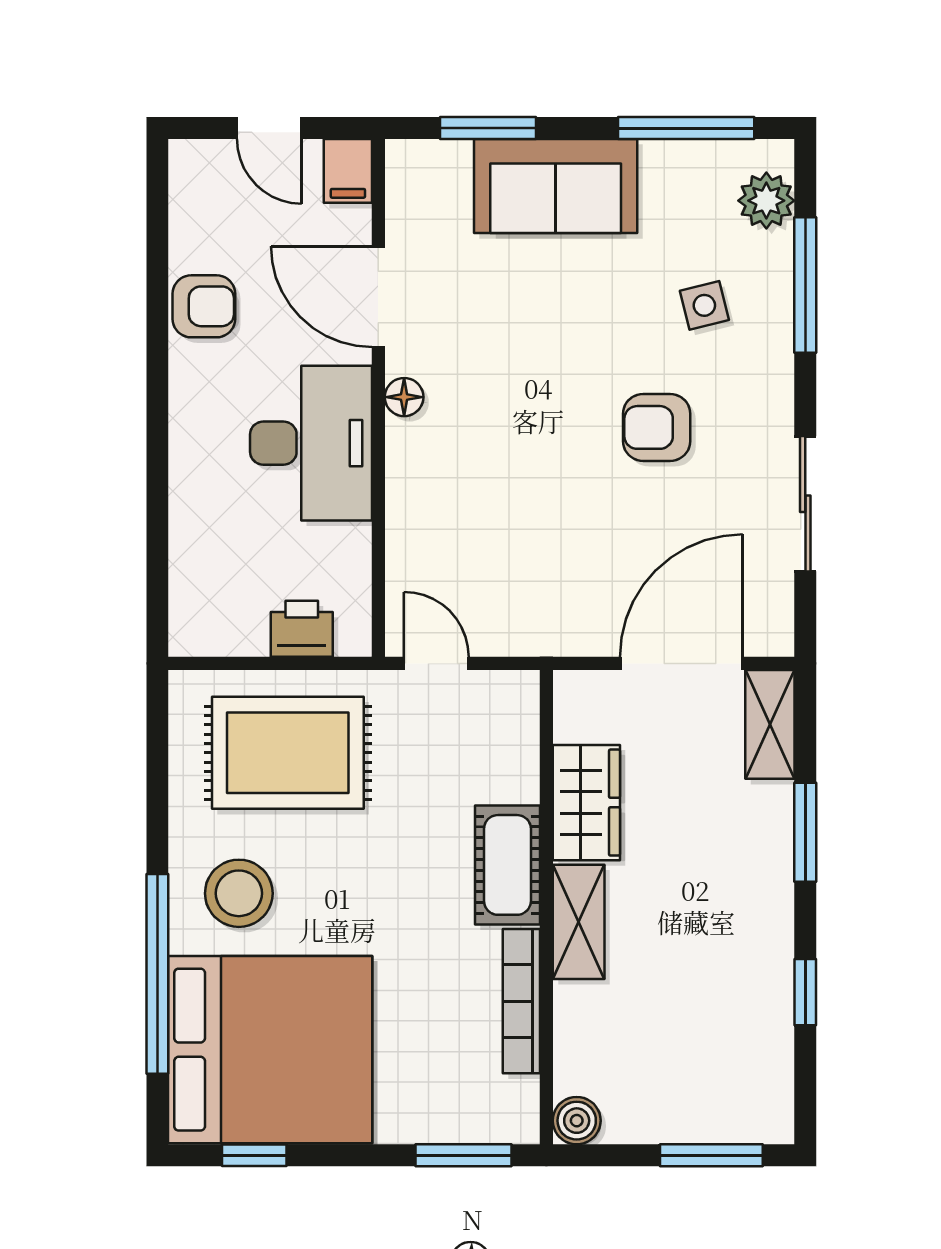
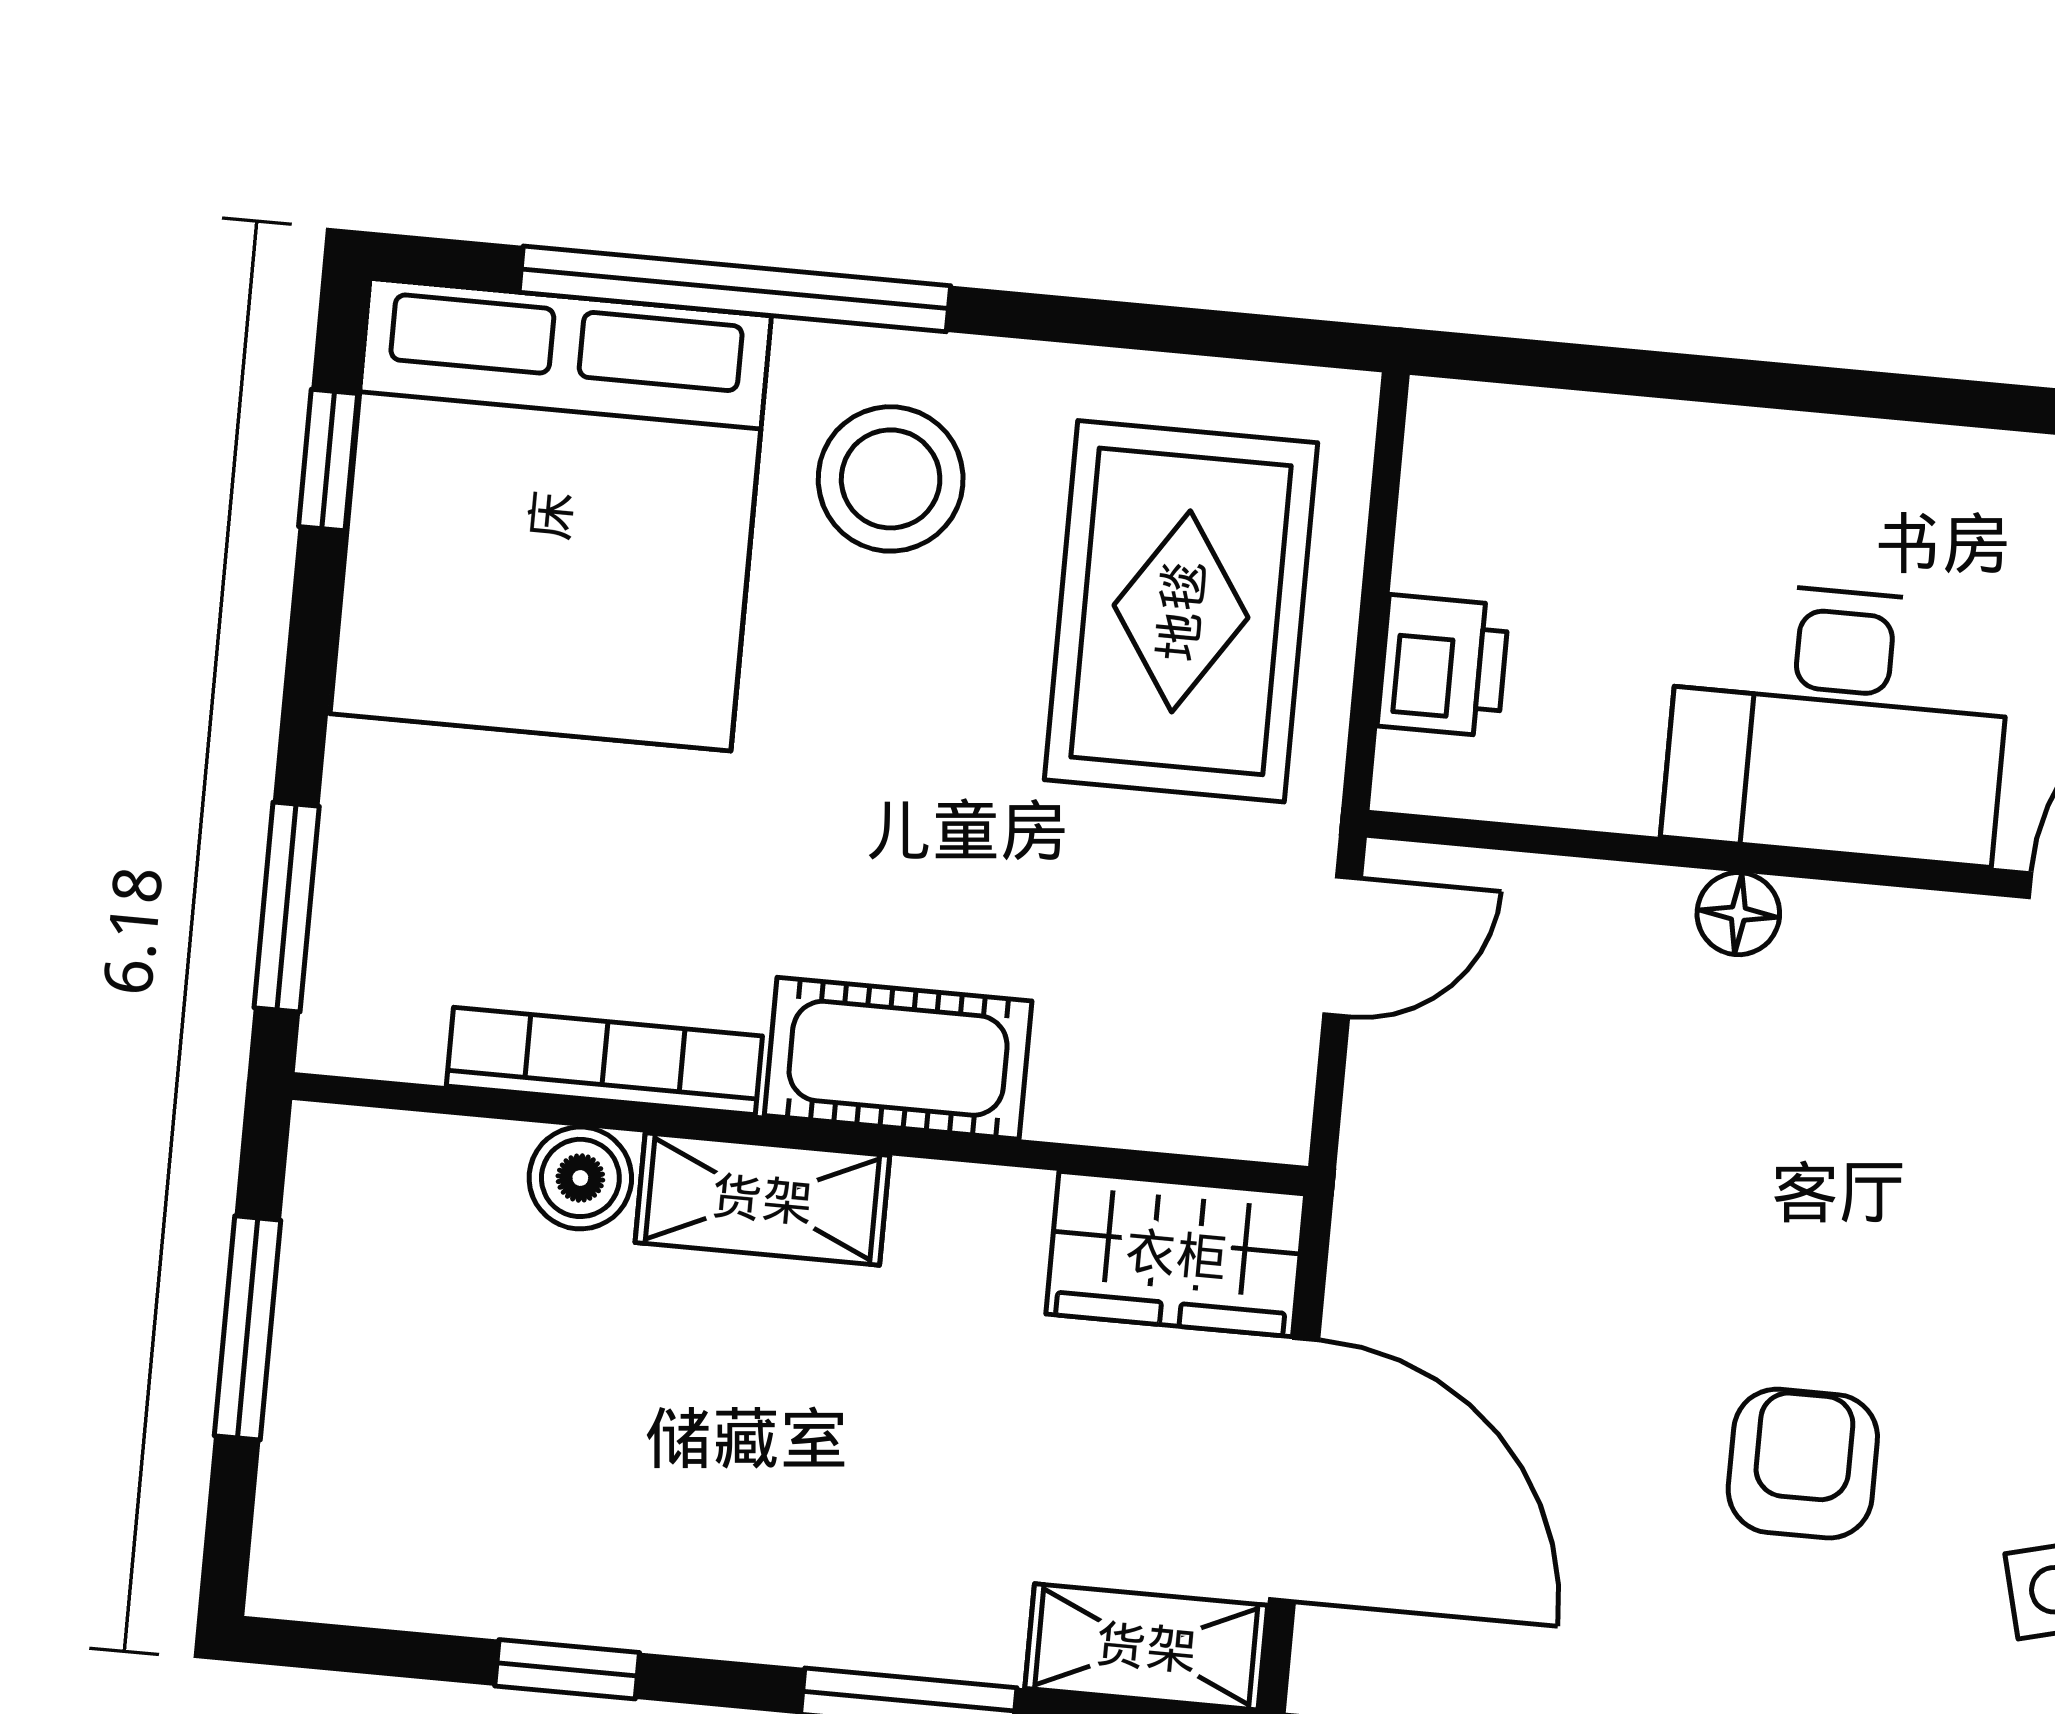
floor lamp: (404, 397) -> (1738, 914), moved
wardrobe: (586, 803) -> (1176, 1254), moved
boiler: (577, 1121) -> (580, 1178), moved
window: (711, 1155) -> (248, 1328), moved

